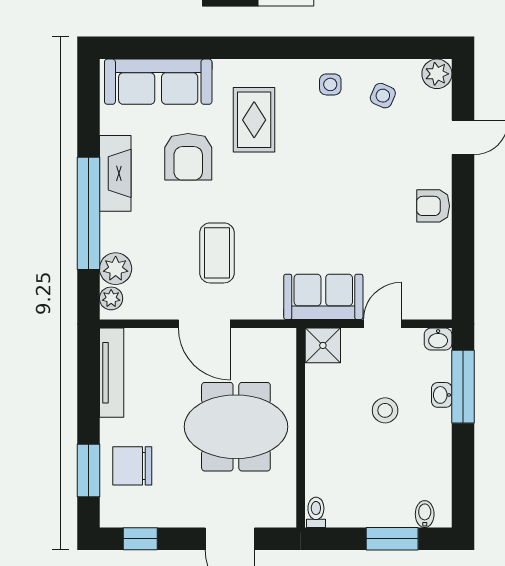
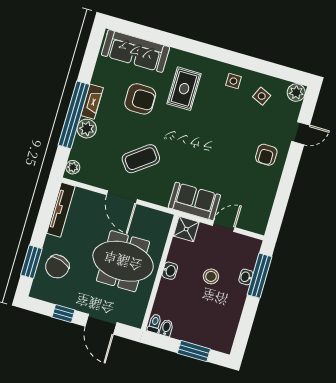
armchair: (188, 157) -> (140, 99), turned -90
fireplace: (115, 173) -> (92, 102), width x0.73, depth x0.76
armchair: (433, 206) -> (266, 155), moved, turned -90
coffee table: (217, 253) -> (141, 159), turned 53
plant: (116, 269) -> (87, 129), moved
washbasin: (438, 339) -> (170, 271), moved, turned -90
chair: (132, 466) -> (57, 267), turned -73
bidet: (425, 514) -> (166, 328), moved
window: (140, 539) -> (63, 313), moved

